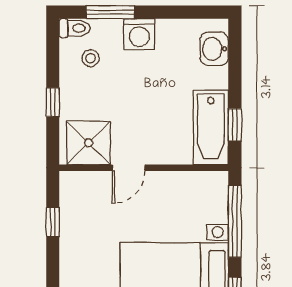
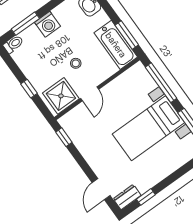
stool: (91, 58) -> (76, 63), moved
window: (235, 125) -> (127, 35), width x1.50
window: (53, 222) -> (64, 137), moved

